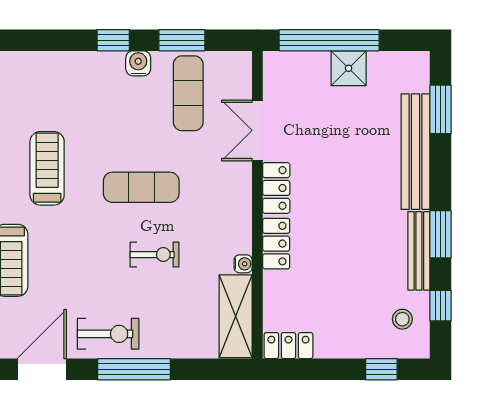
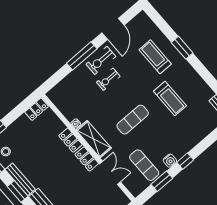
exercise bike: (155, 255) -> (108, 79), moved
shelving: (236, 316) -> (94, 139), moved

